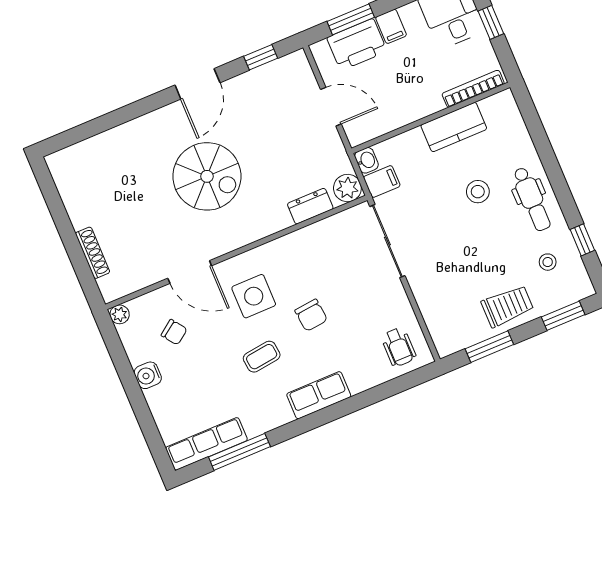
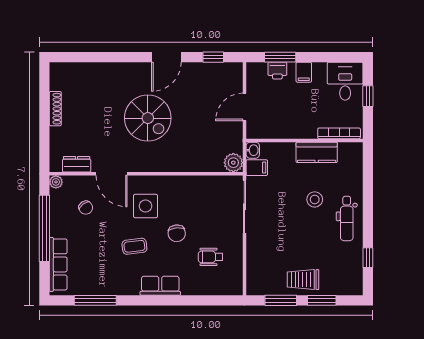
printer: (357, 45) -> (277, 71), width x0.53, depth x0.68
door: (331, 107) -> (244, 107), swing flipped
dresser: (310, 206) -> (77, 164), moved
shoe rack: (93, 253) -> (55, 109), moved
stool: (548, 262) -> (340, 262), removed
trolley: (507, 306) -> (303, 280), turned 180
window: (563, 316) -> (322, 300), moved
wheelchair: (399, 347) -> (210, 257), moved, turned 90
water cooler: (148, 375) -> (58, 228), removed
window: (130, 383) -> (44, 228), added
row of seats: (207, 444) -> (58, 264), moved, turned 90

